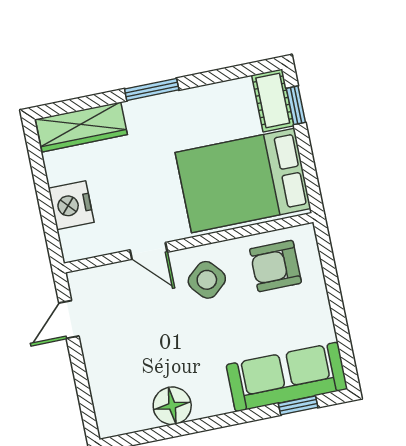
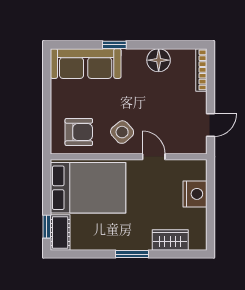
wardrobe: (81, 127) -> (170, 240), width x0.67
bookcase: (101, 404) -> (201, 70), added
window: (298, 405) -> (114, 45), moved

